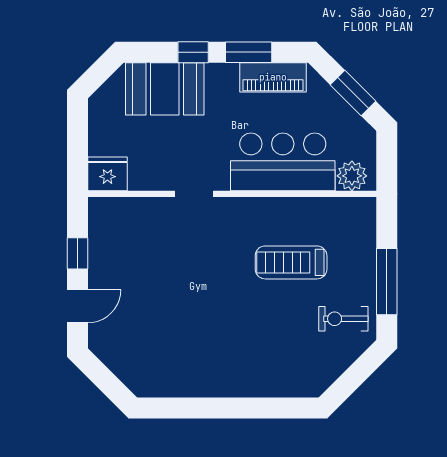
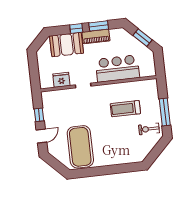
piano: (273, 77) -> (96, 37), moved
fridge: (107, 174) -> (61, 80), moved
plant: (352, 176) -> (146, 71), removed
exercise mat: (170, 343) -> (80, 147), added

